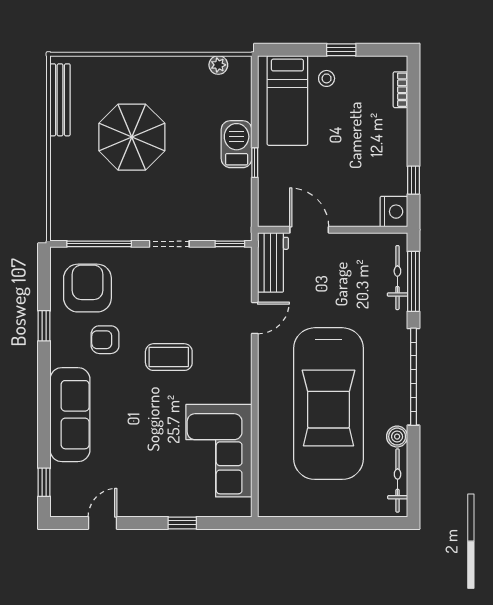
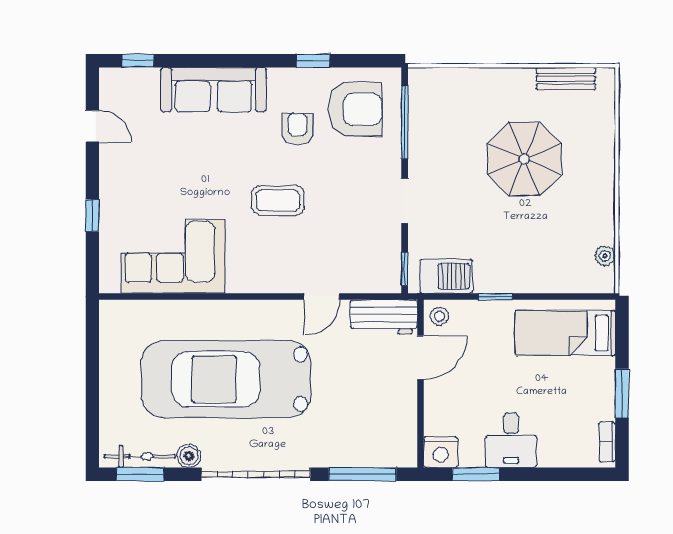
window: (341, 50) -> (622, 393), width x1.50
stool: (327, 78) -> (440, 316), moved
bookcase: (400, 90) -> (607, 442), moved, turned -90
bench: (60, 100) -> (566, 79), width x0.73
barbecue: (237, 144) -> (446, 276), moved
desk: (383, 149) -> (511, 440), added
window: (413, 180) -> (476, 474), width x1.50
bicycle: (397, 278) -> (367, 456), removed
door: (255, 318) -> (322, 297), hinge flipped
coffee table: (169, 357) -> (278, 200), turned 90
window: (413, 480) -> (140, 474), added

